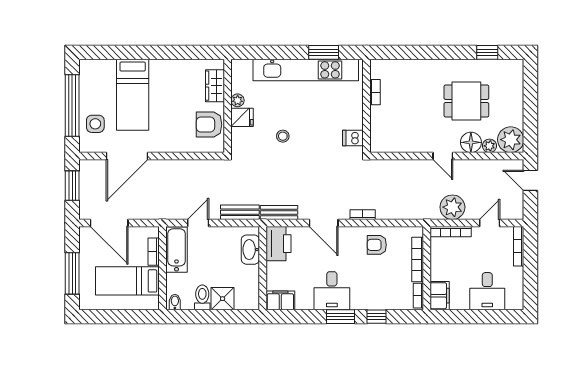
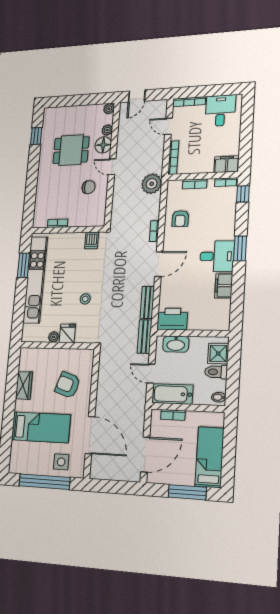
wardrobe: (215, 86) -> (24, 385), moved, turned -90
dining table: (466, 101) -> (71, 150), turned 90
armchair: (209, 124) -> (68, 385), moved, turned 109
chair: (419, 128) -> (89, 187), added
plant: (511, 140) -> (109, 109), width x0.53, depth x0.53
door: (443, 156) -> (112, 167), swing flipped
window: (72, 186) -> (111, 487), removed
plant: (452, 207) -> (152, 184), moved
printer: (279, 244) -> (172, 319), moved
washbasin: (250, 250) -> (176, 344), moved
bookcase: (418, 259) -> (195, 184), width x0.64
wall: (263, 268) -> (193, 333), moved
bed: (127, 281) -> (210, 457), moved, turned 180
desk: (487, 291) -> (220, 111), moved, turned -90
filing cabinet: (280, 300) -> (224, 286), moved
window: (377, 317) -> (243, 194), moved

